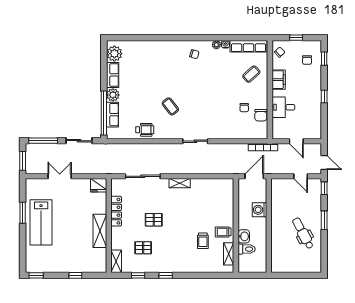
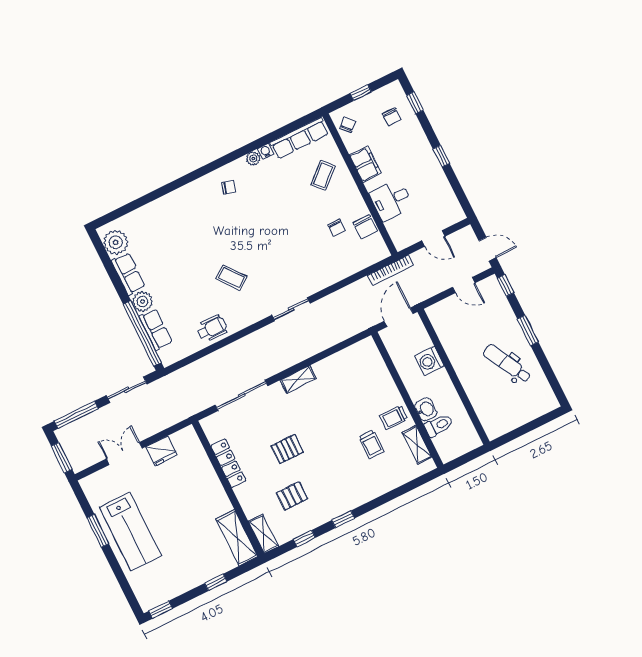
fridge: (99, 185) -> (161, 451), moved
shelving: (100, 231) -> (237, 538), moved

